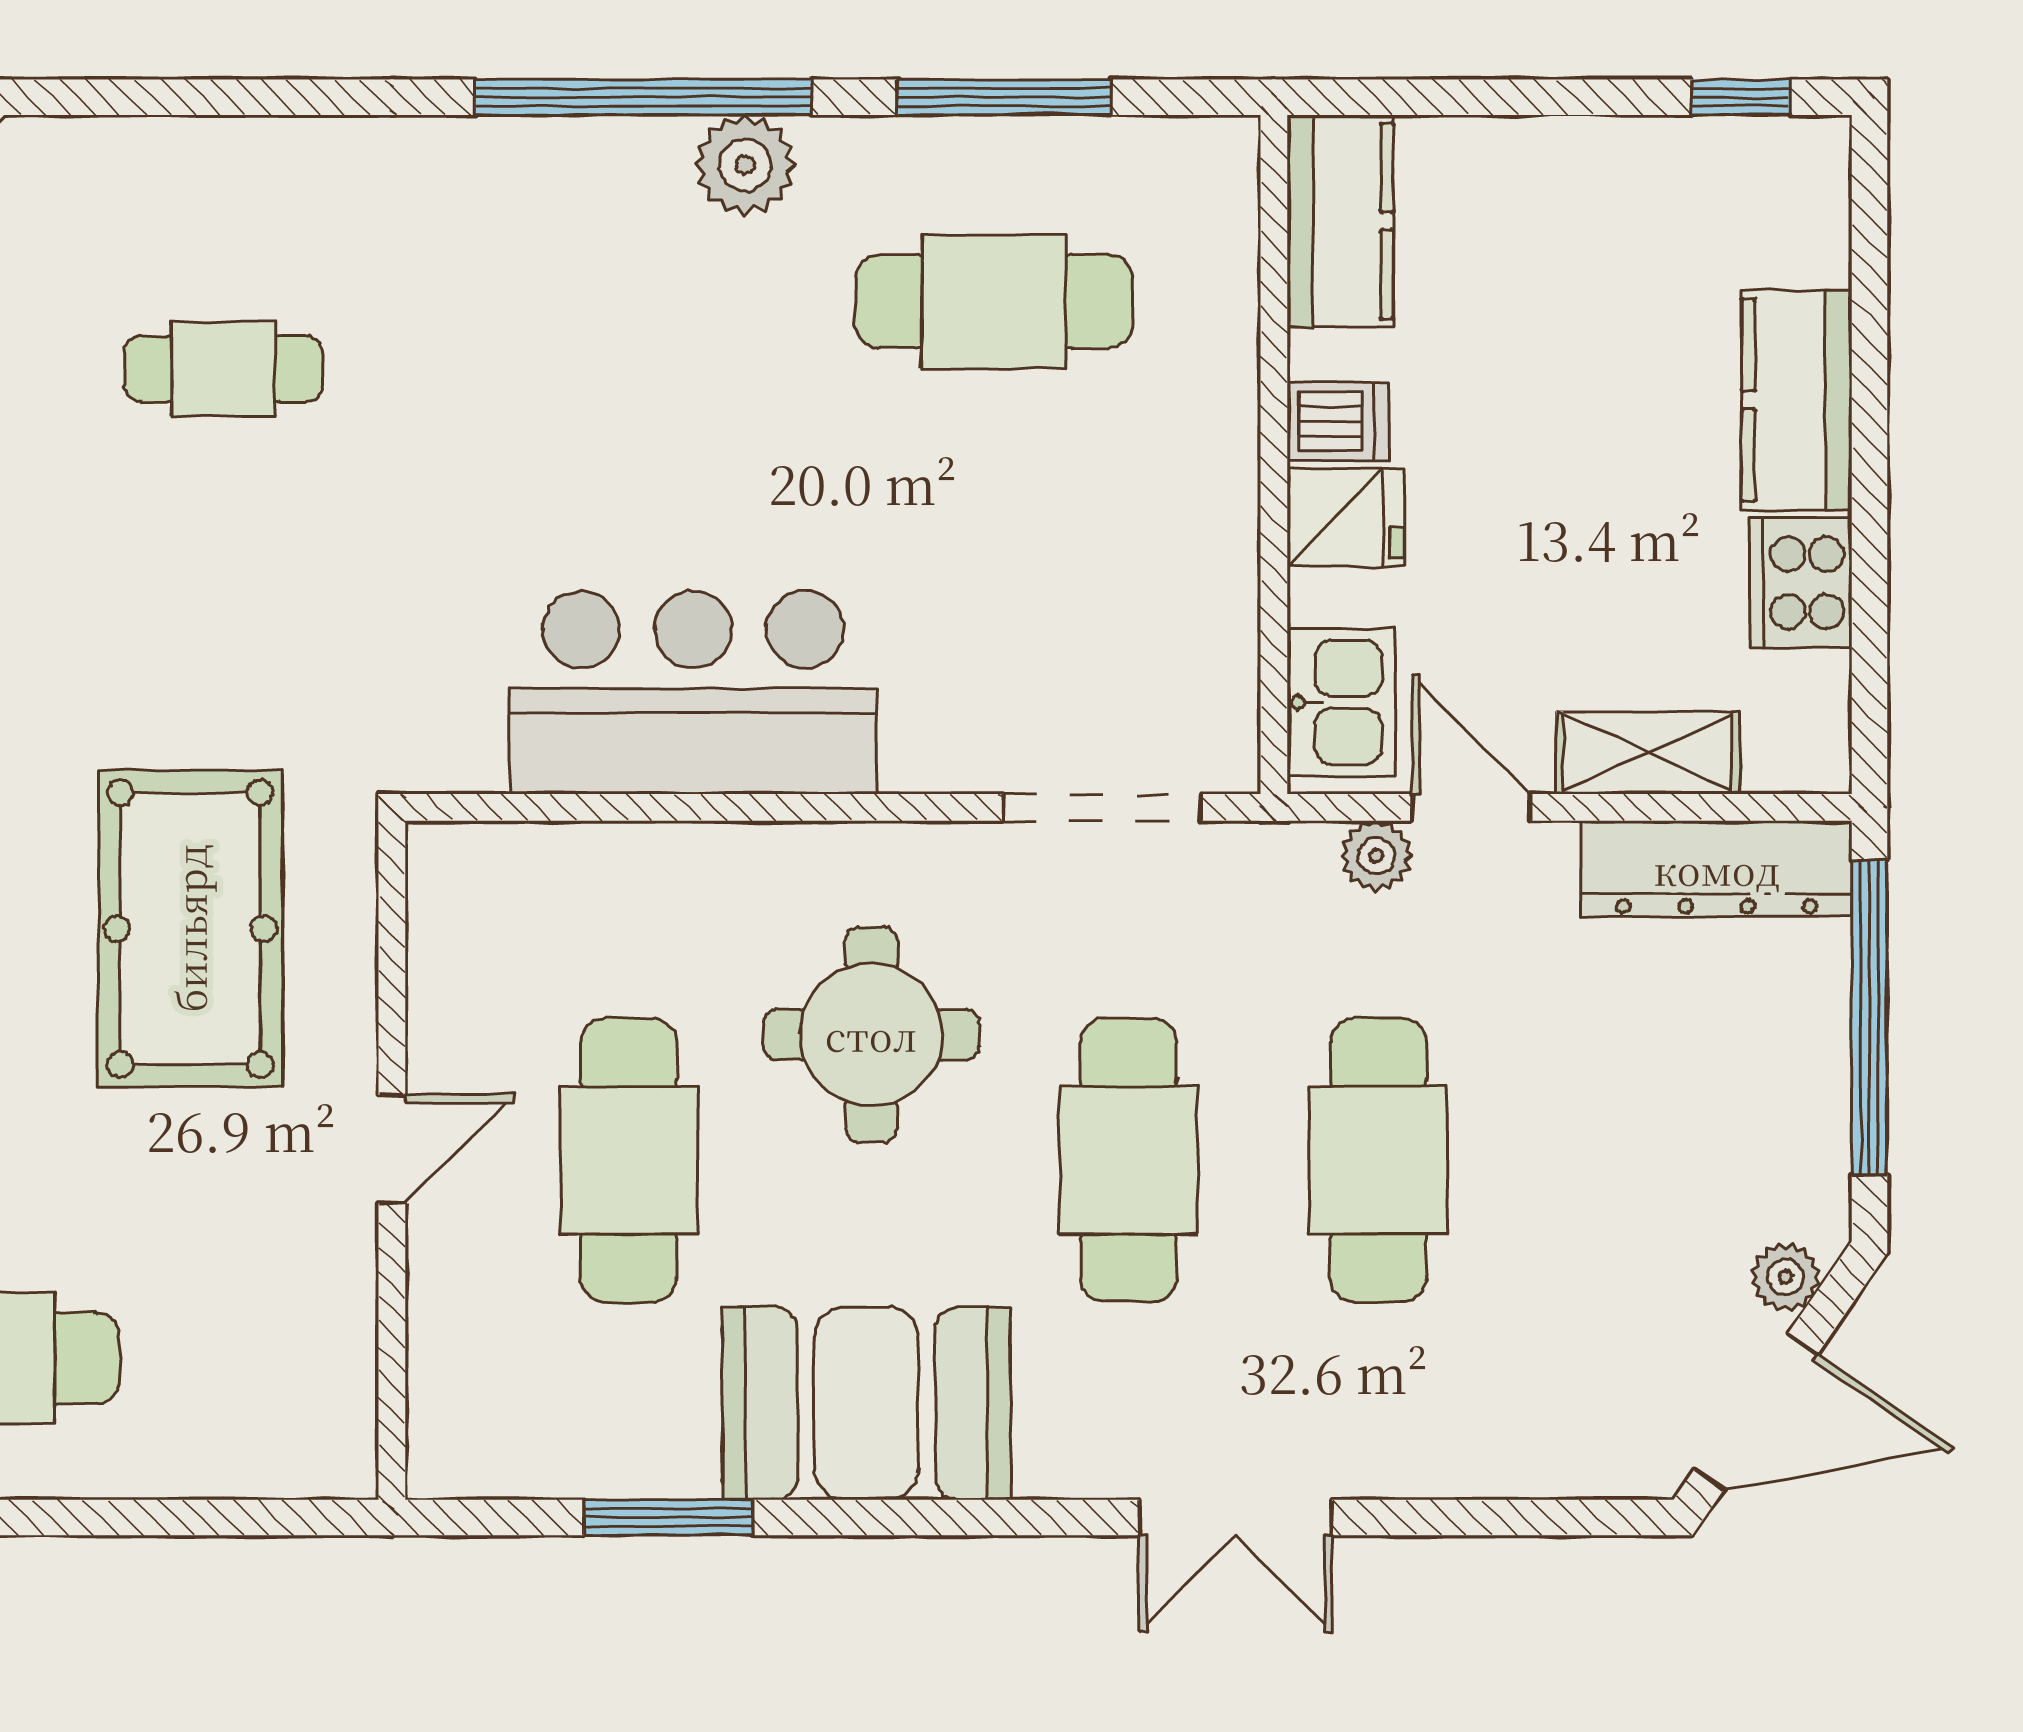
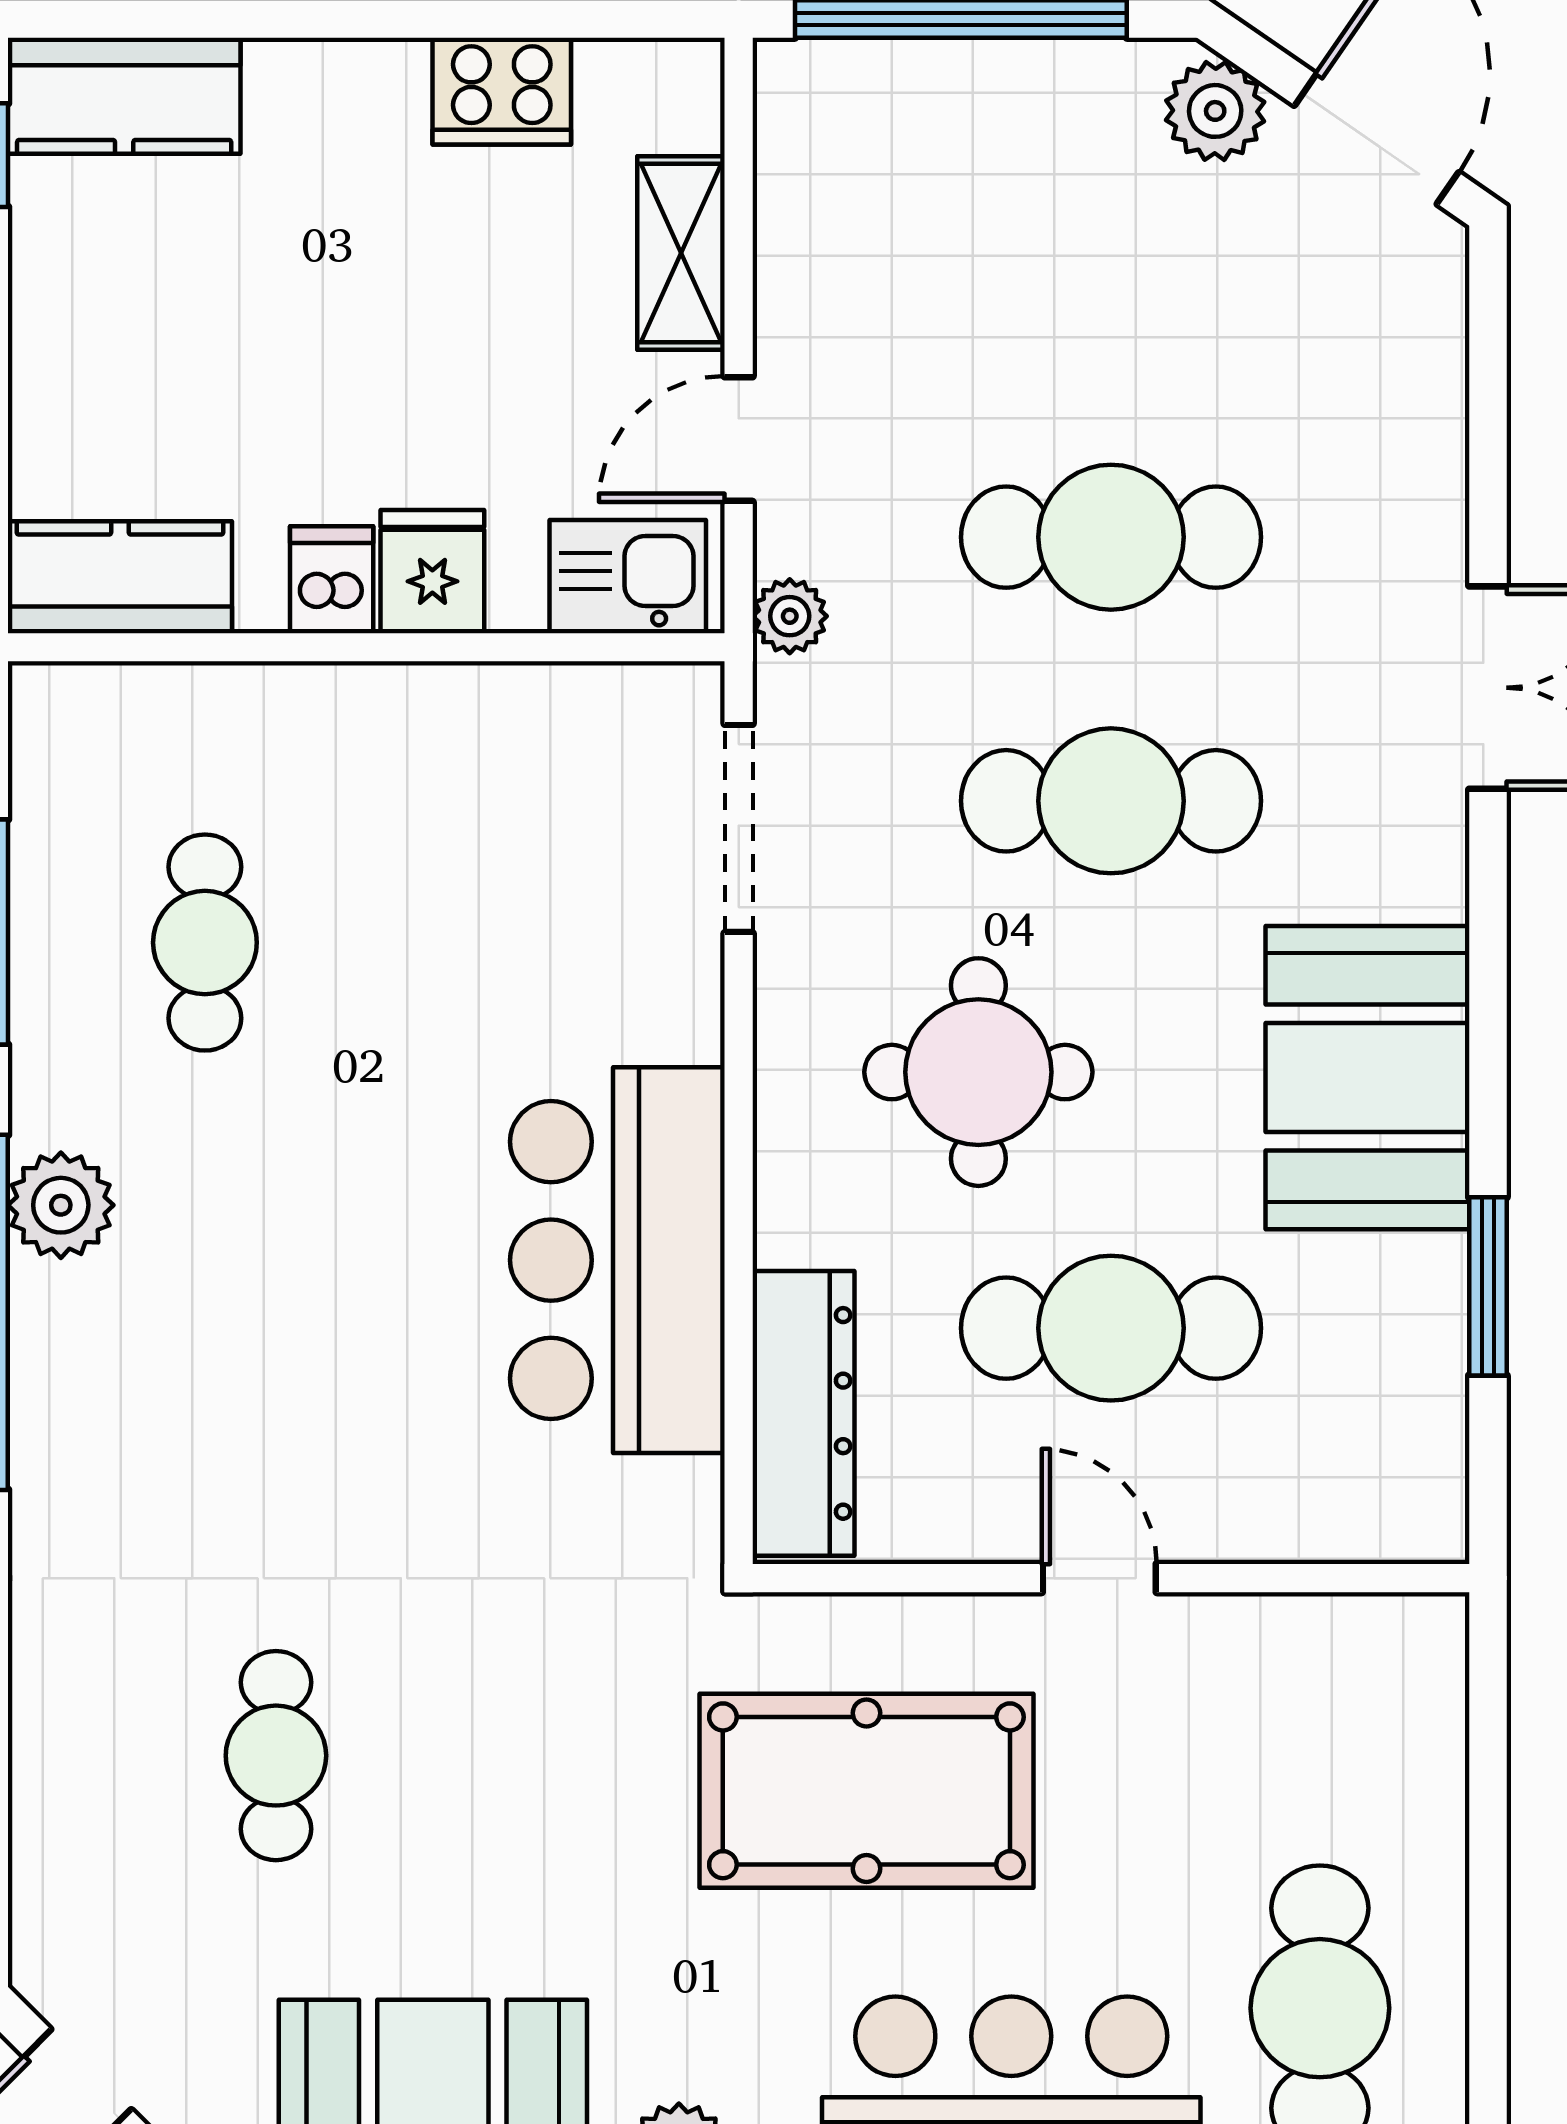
cafe table: (994, 302) -> (205, 943), width x0.73, depth x0.74
kitchen counter: (1797, 400) -> (124, 96), moved
plant: (1376, 856) -> (790, 616), moved
dresser: (1717, 869) -> (803, 1413), moved
plant: (1786, 1277) -> (1215, 111), width x1.38, depth x1.38

